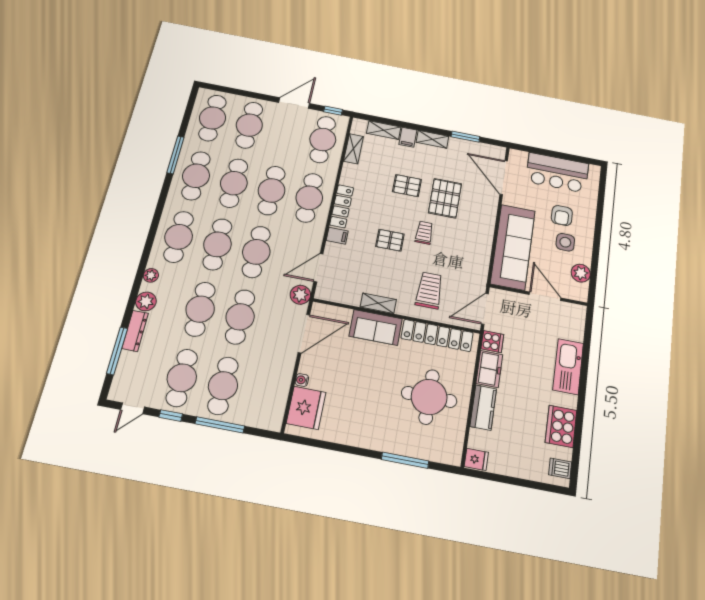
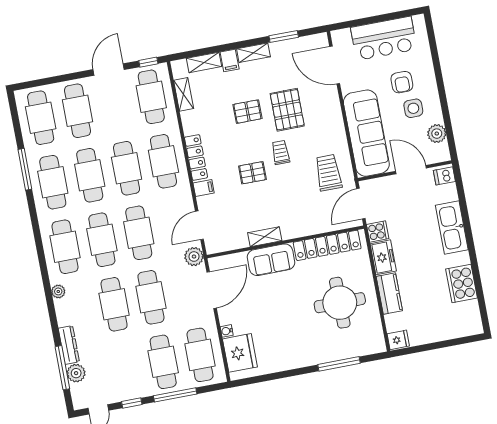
trolley: (429, 290) -> (328, 173), moved
plant: (146, 301) -> (76, 373), moved
cafe table: (182, 378) -> (200, 355), moved
dishwasher: (560, 468) -> (444, 176), moved

